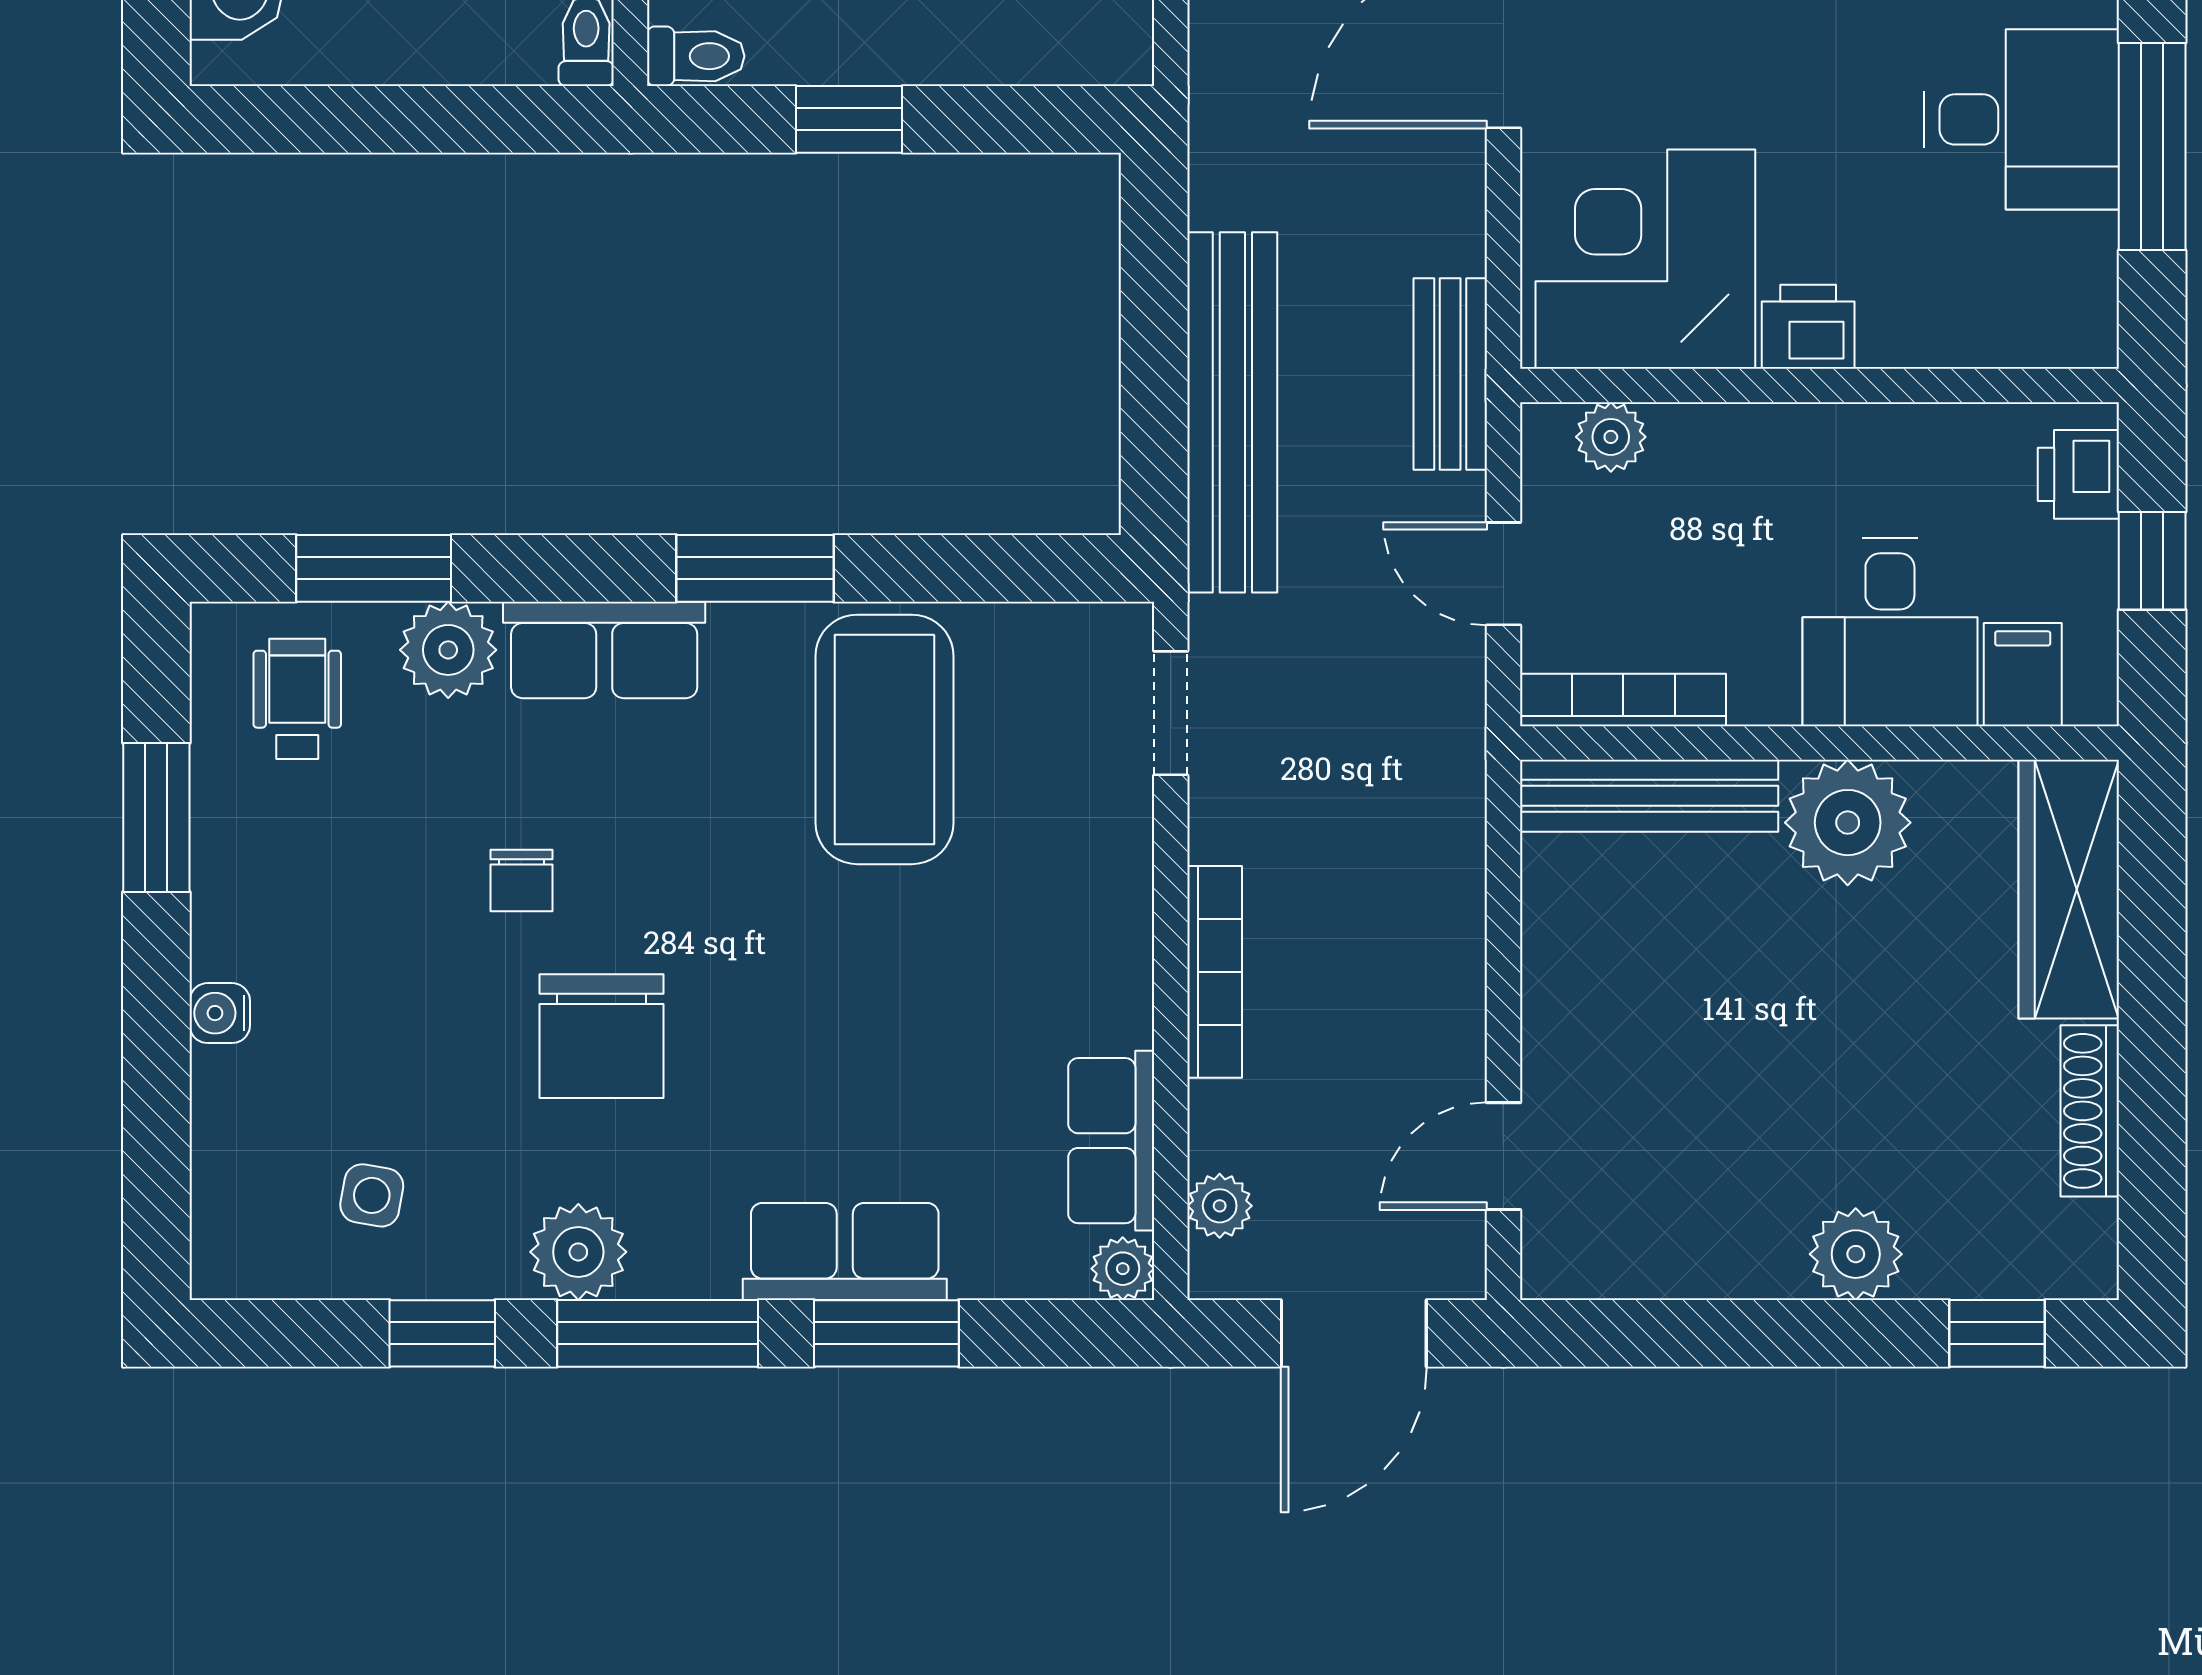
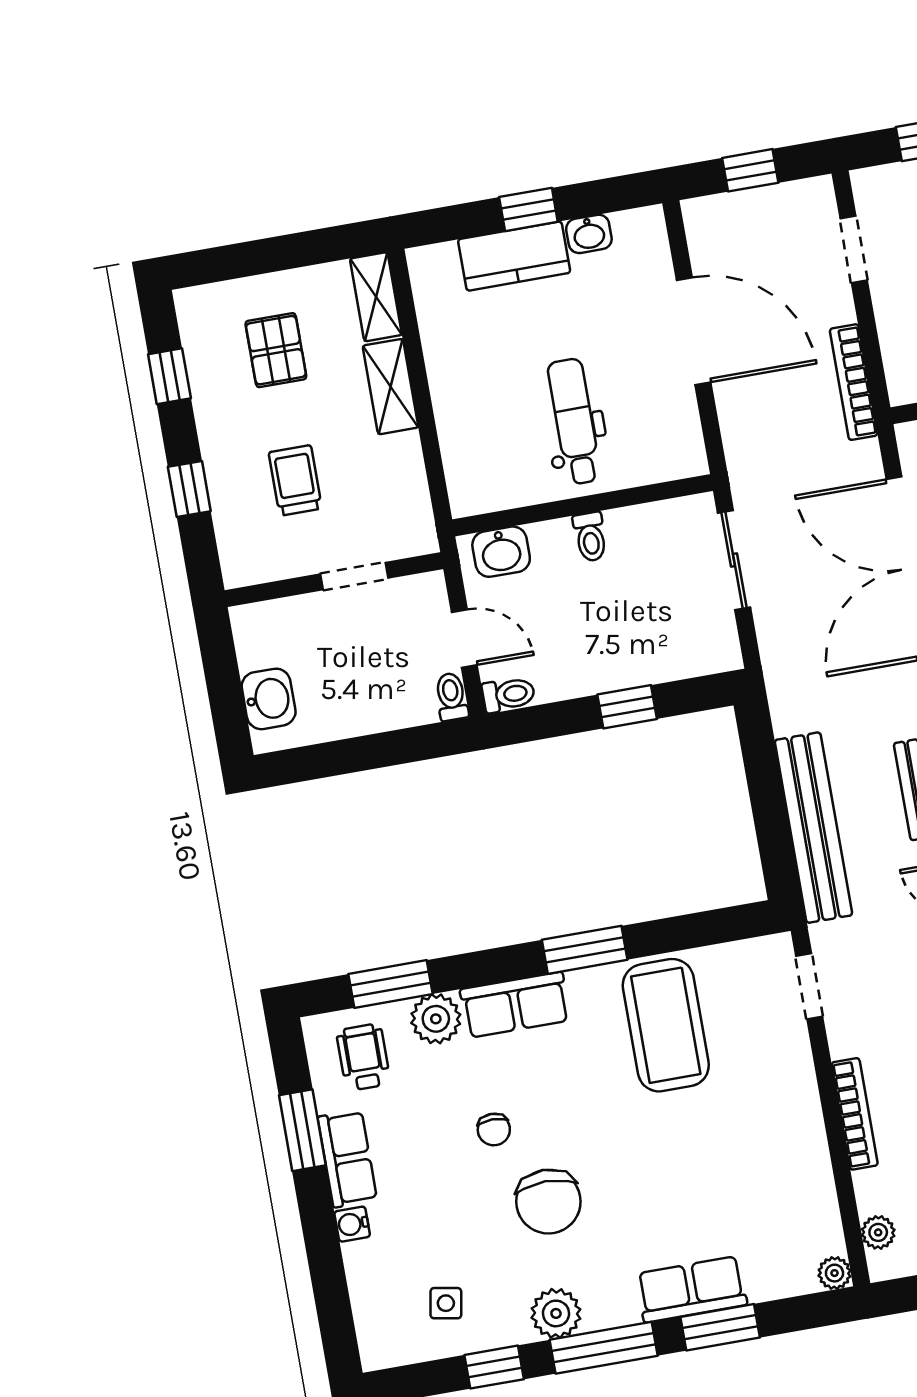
window: (849, 119) -> (627, 707), moved
row of seats: (1111, 1141) -> (347, 1158), moved, turned 180

